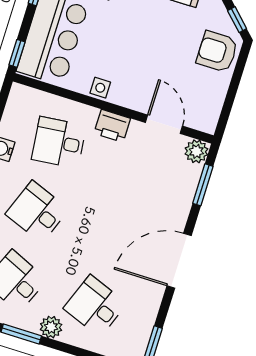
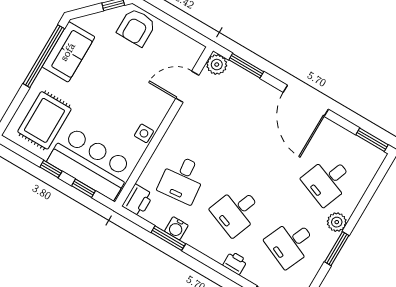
window: (17, 53) -> (83, 188), moved
printer: (112, 126) -> (138, 200), moved

